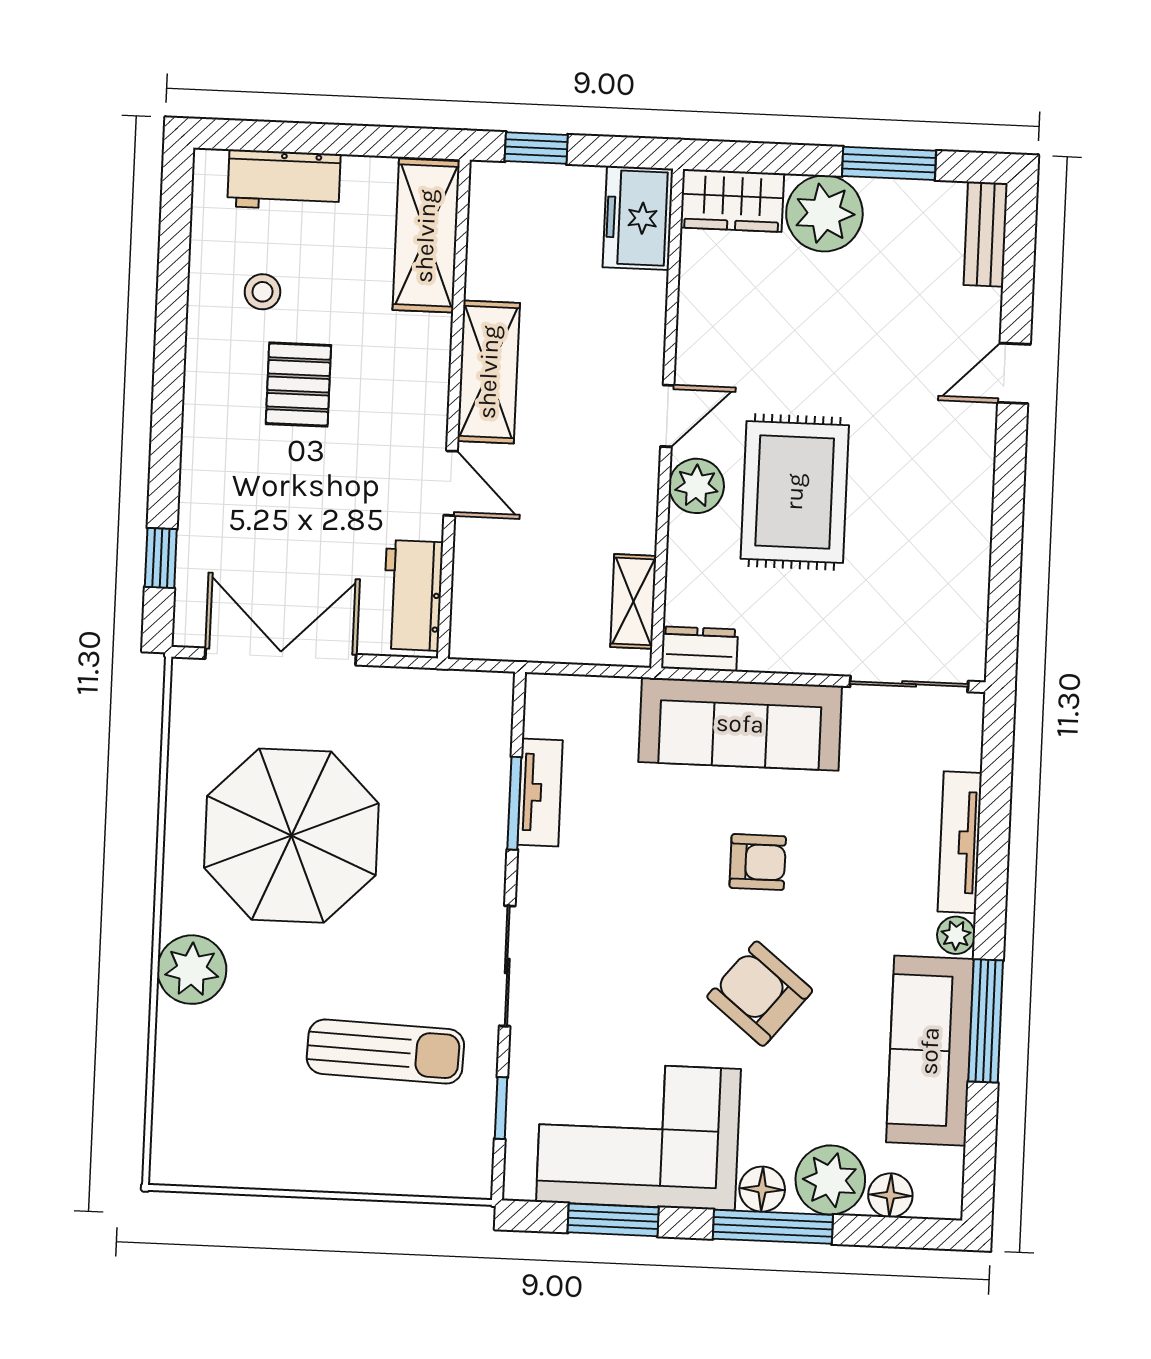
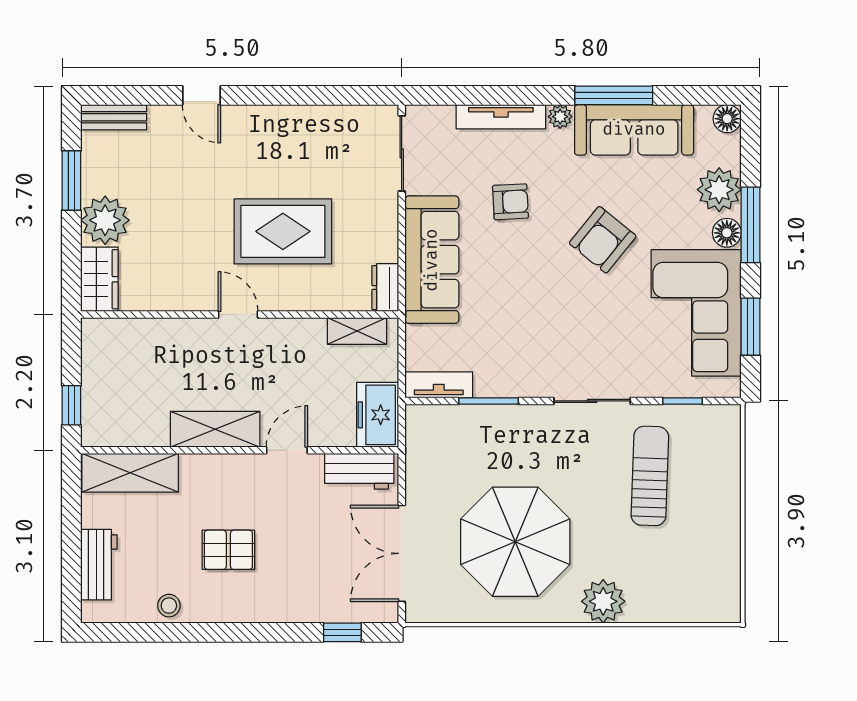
freezer: (638, 218) -> (378, 415), moved, turned 90
stool: (262, 292) -> (169, 606), moved
plant: (696, 486) -> (282, 294), removed
tv unit: (540, 792) -> (439, 385), moved
armchair: (758, 862) -> (510, 202), moved, turned 87
floor lamp: (890, 1195) -> (727, 119), moved

